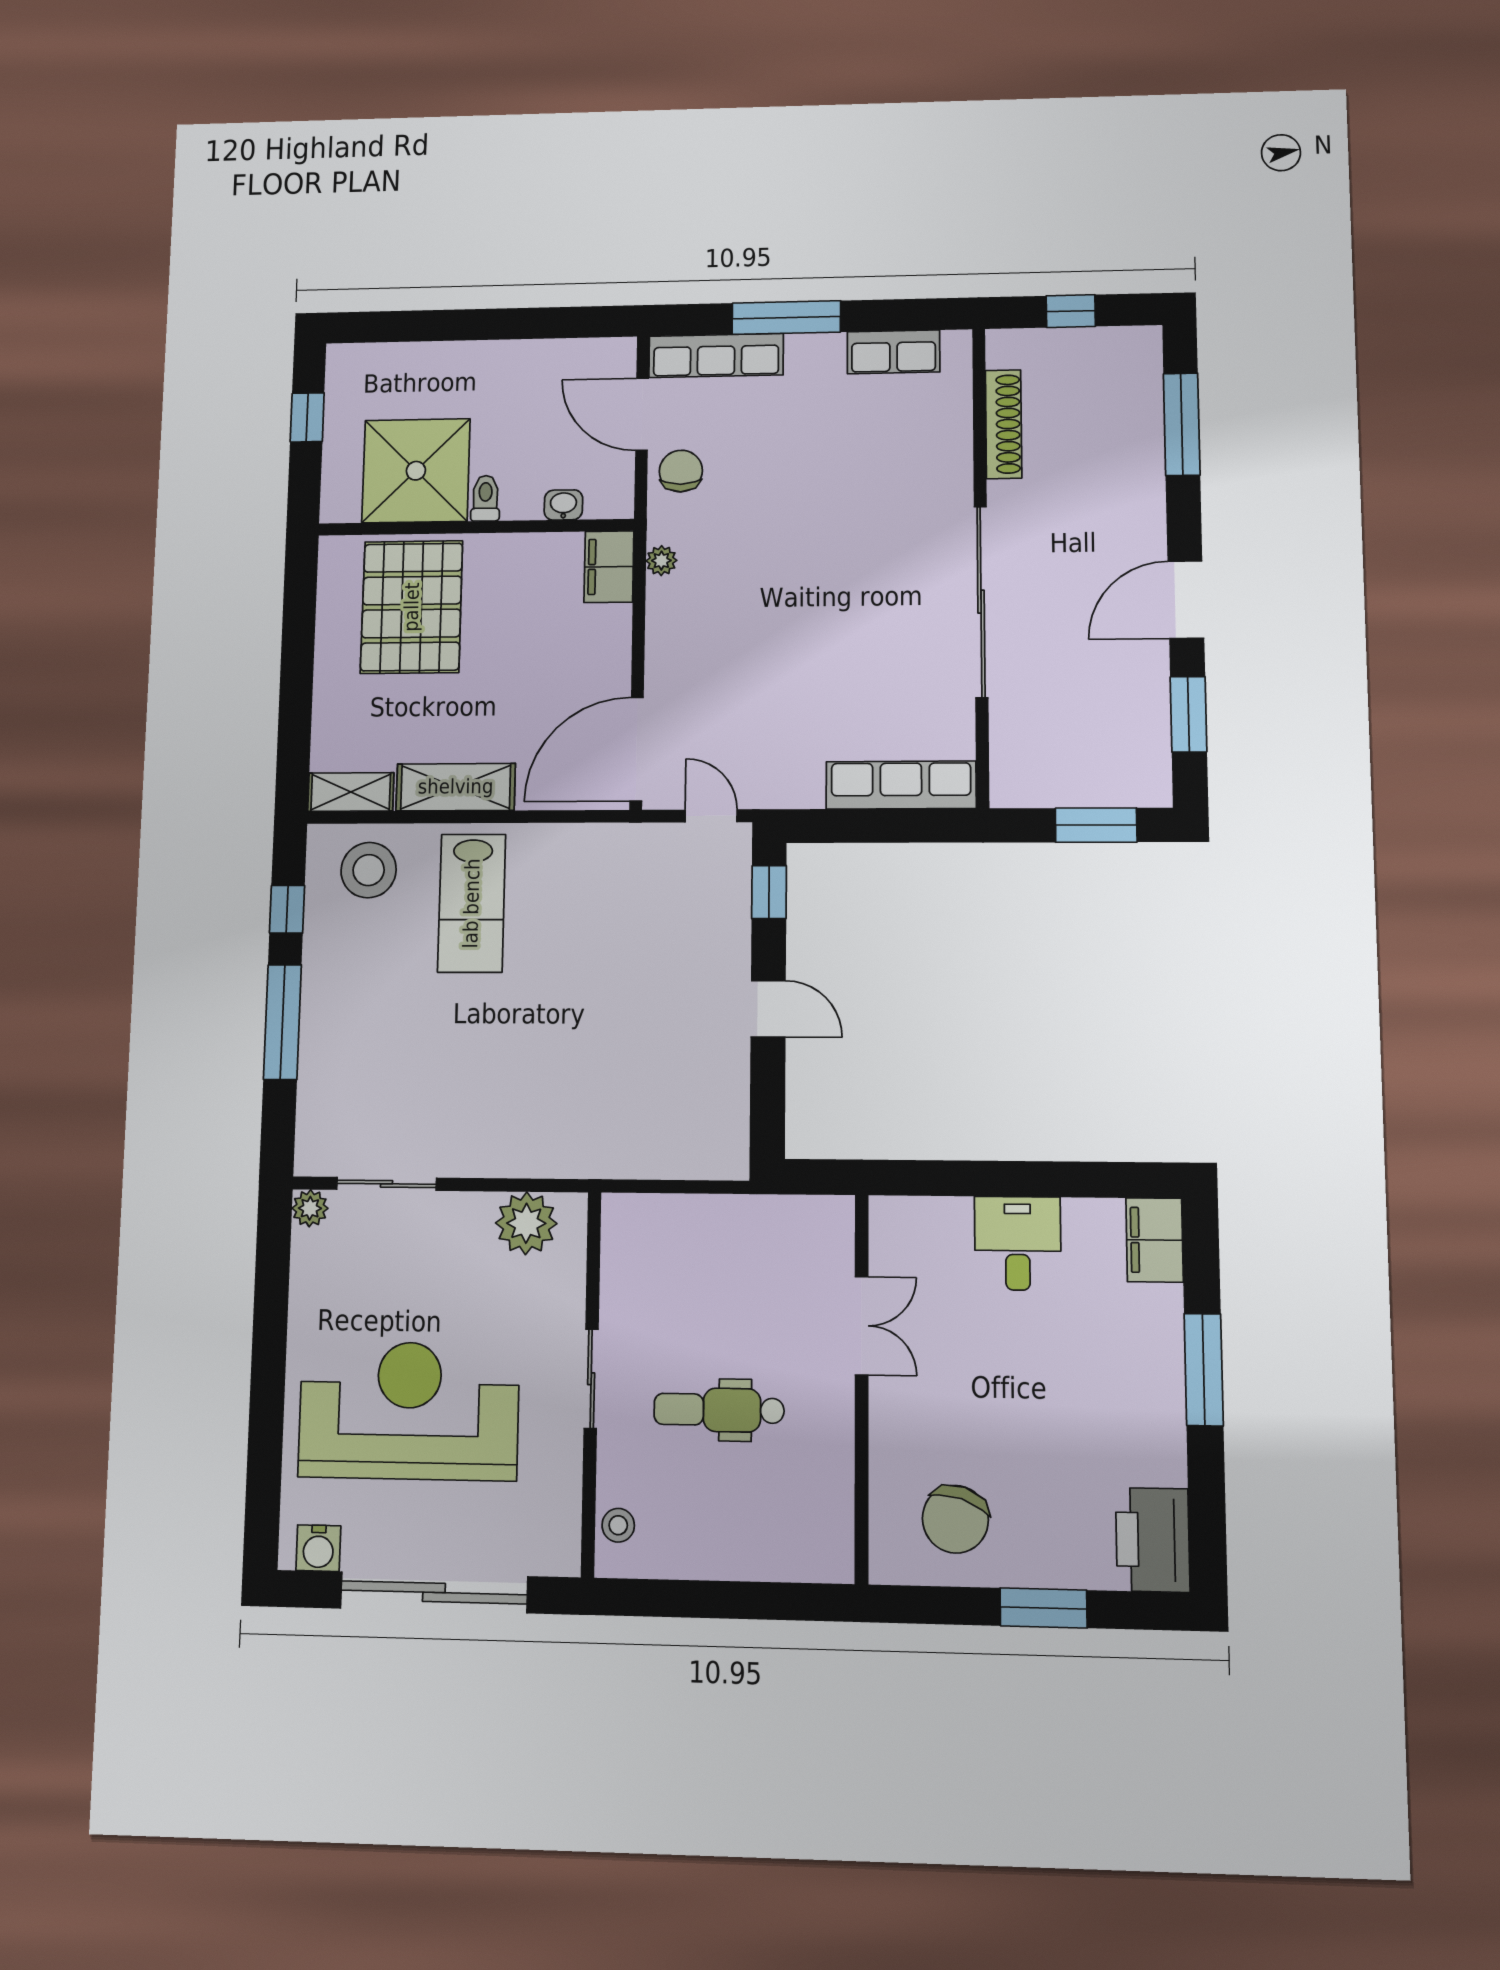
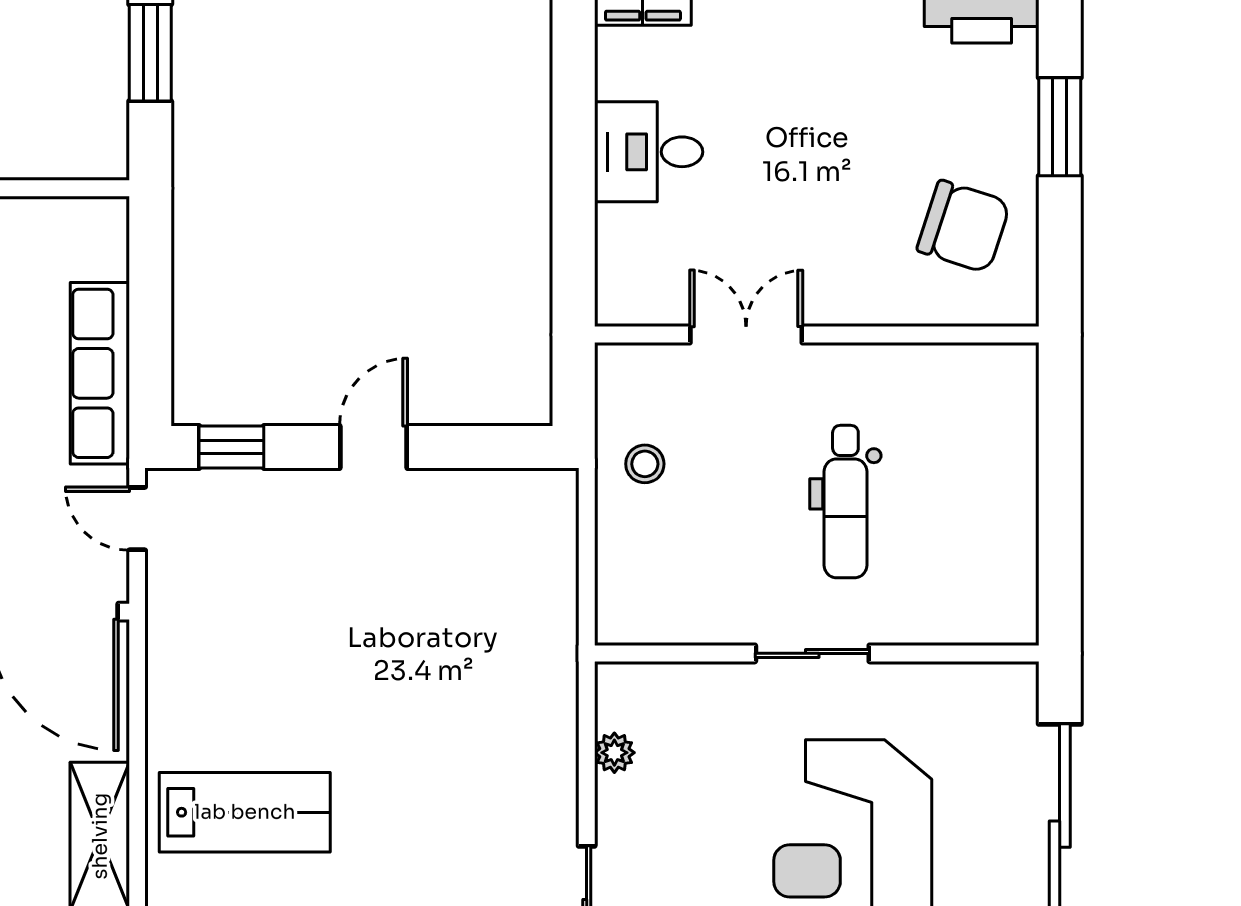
row of seats: (901, 785) -> (100, 373), moved
door: (711, 816) -> (137, 519), hinge flipped
plant: (526, 1223) -> (614, 753), width x0.53, depth x0.53
stool: (618, 1525) -> (645, 464), moved

